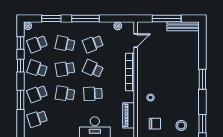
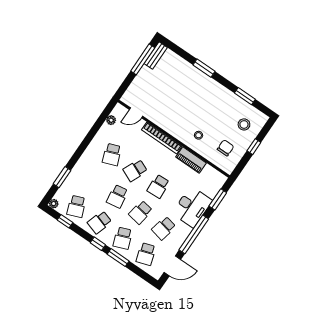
window: (86, 19) -> (84, 145), removed
window: (167, 19) -> (143, 59), moved
bench: (183, 26) -> (156, 56), width x0.73
door: (136, 41) -> (136, 113), swing flipped
school desk: (65, 44) -> (164, 228), moved
window: (21, 66) -> (98, 244), moved
window: (202, 79) -> (204, 68), moved
piano: (129, 115) -> (191, 160), moved
window: (202, 124) -> (245, 96), moved

